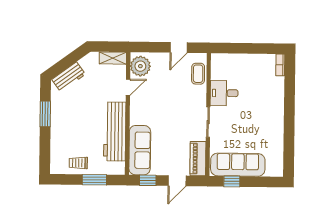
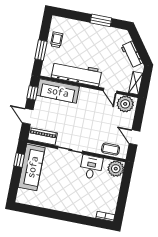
plant: (221, 63) -> (116, 169), added
workbench: (69, 77) -> (132, 54), moved

